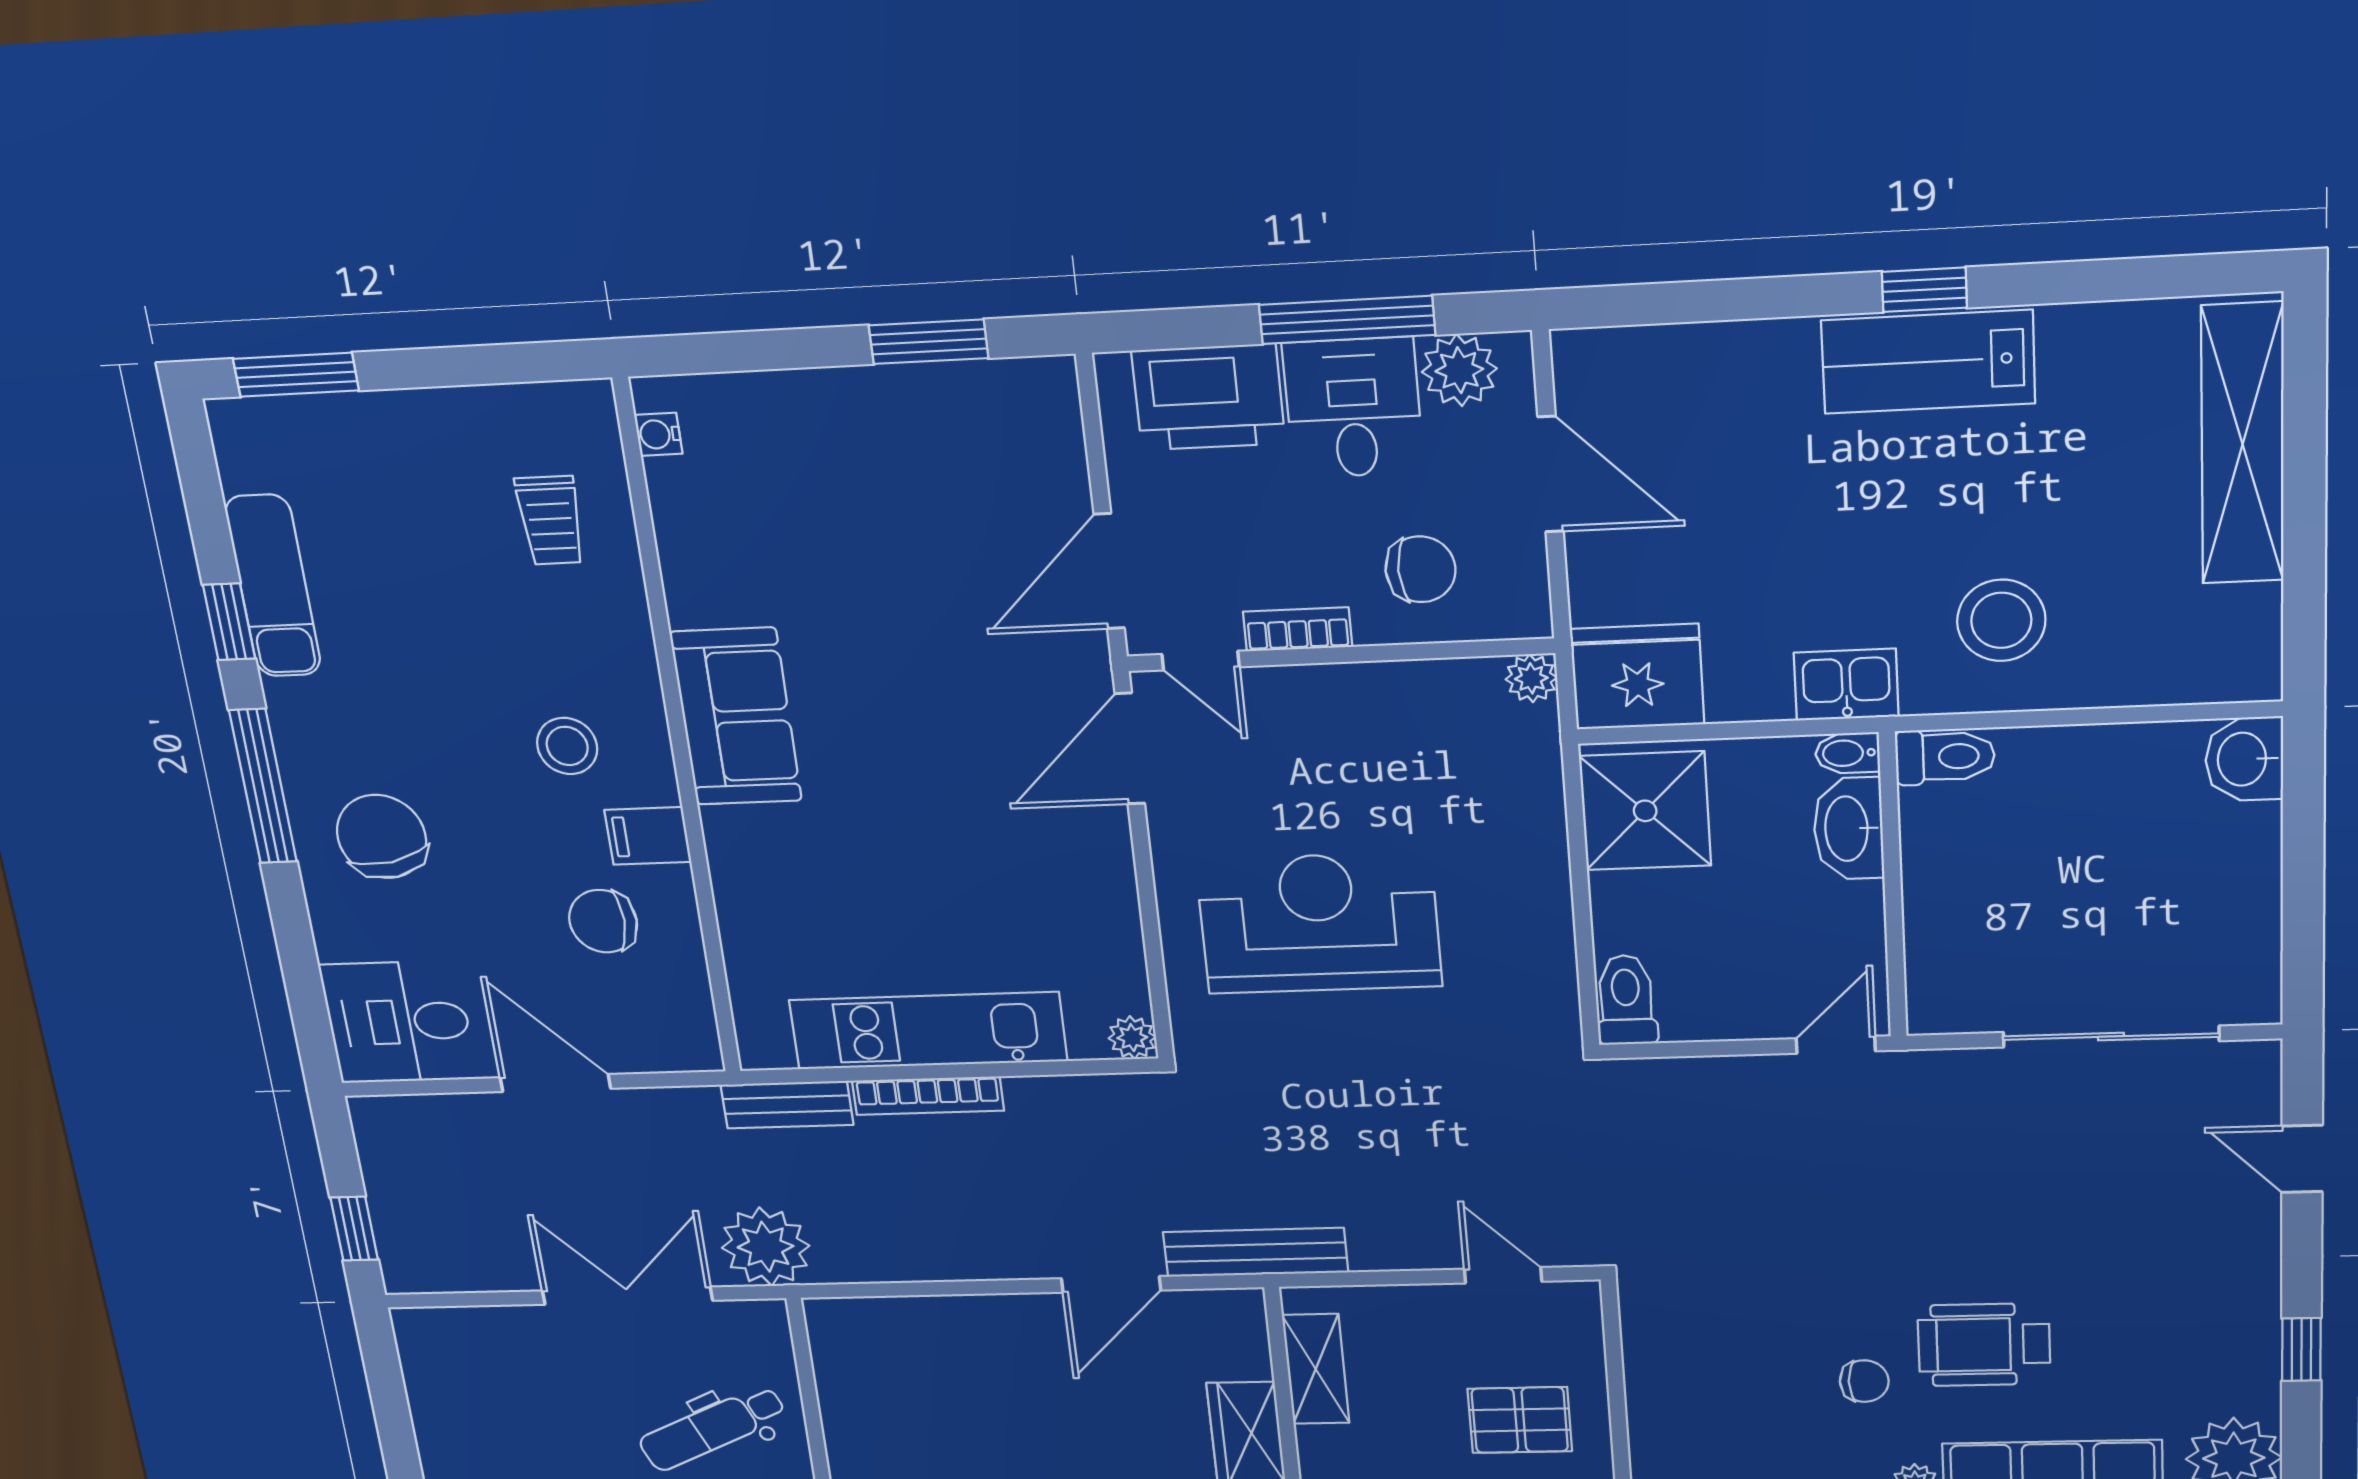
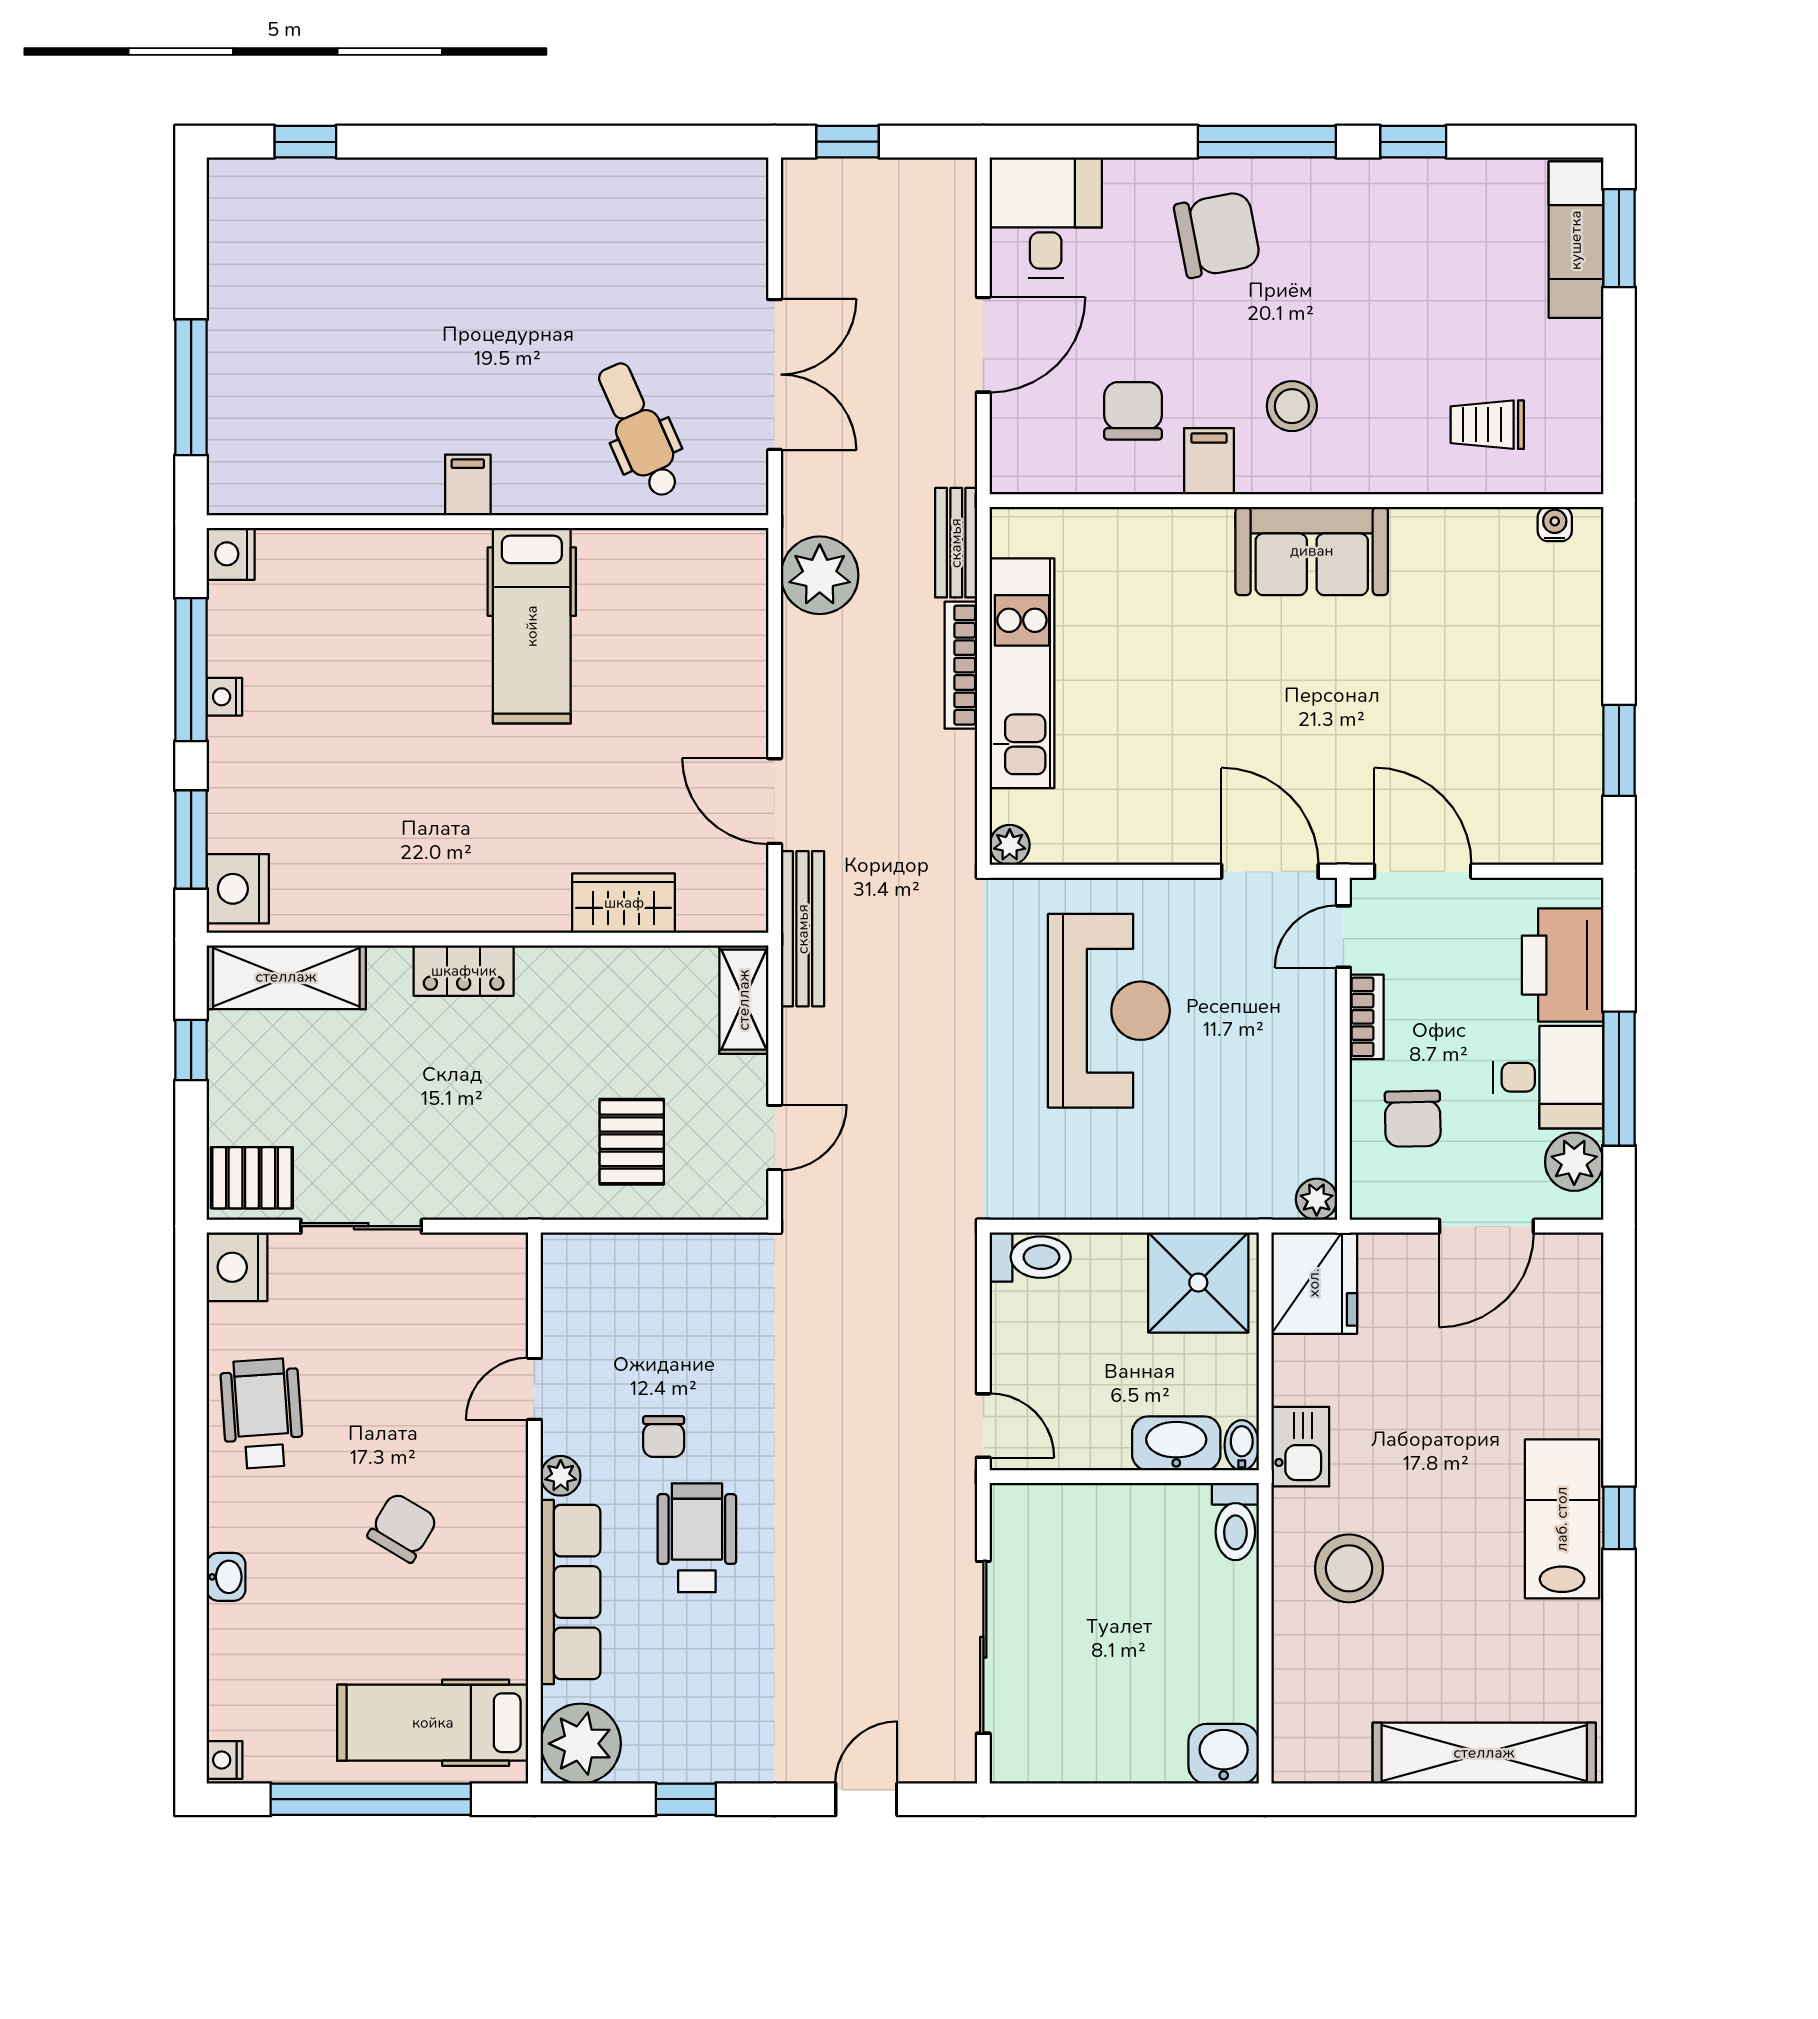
exam couch: (273, 586) -> (1576, 240), moved, turned 90
plant: (766, 1247) -> (820, 575), moved
shelving: (1316, 1369) -> (744, 1000), moved, turned 90

